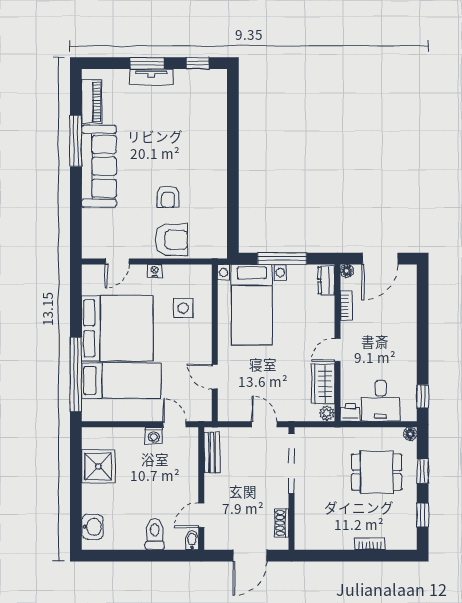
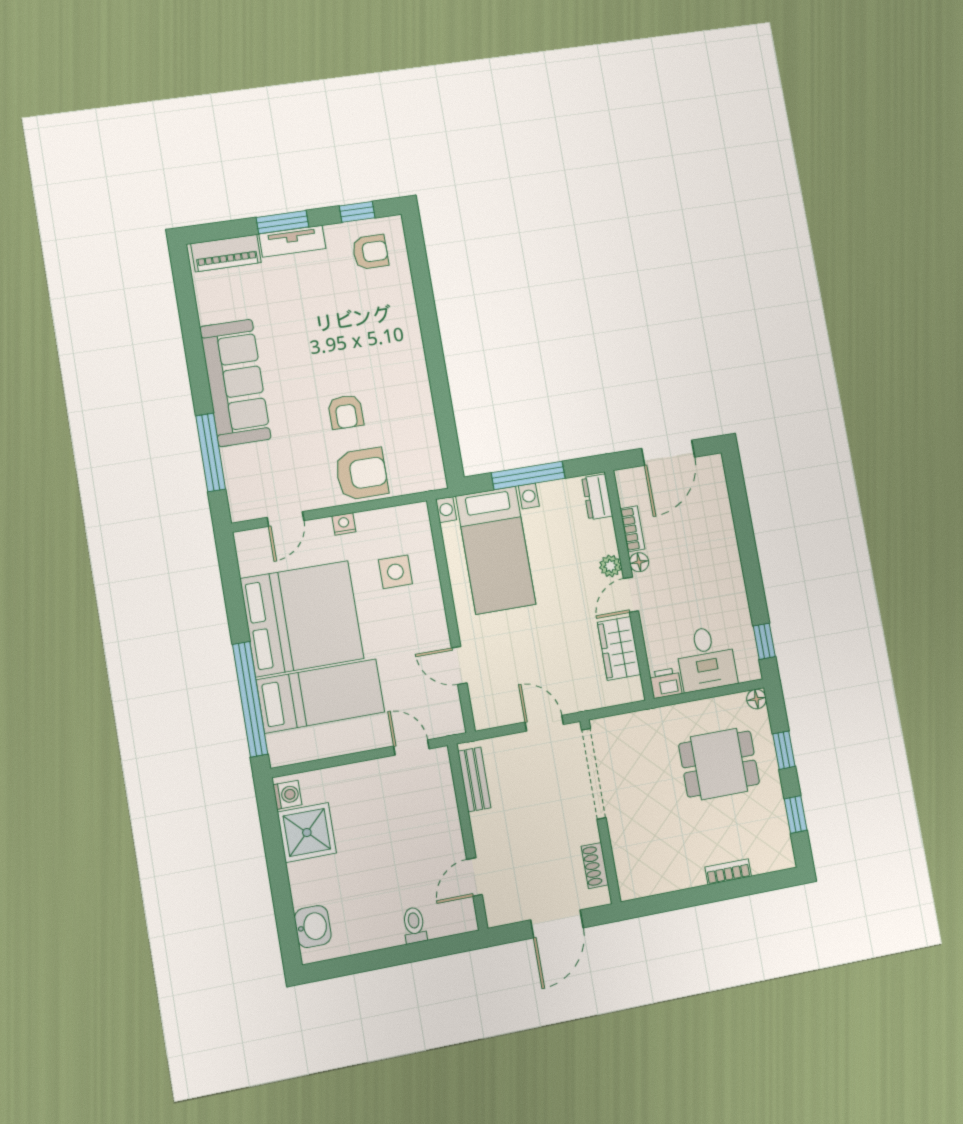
armchair: (202, 92) -> (370, 252), added
piano: (91, 102) -> (226, 253), moved, turned 90
window: (76, 141) -> (211, 452), moved
floor lamp: (347, 271) -> (639, 562), moved
plant: (327, 413) -> (610, 566), moved
washing machine: (154, 435) -> (287, 795), moved, turned -90
toilet: (155, 534) -> (414, 925), width x0.73, depth x0.72
bidet: (192, 540) -> (467, 918), removed

